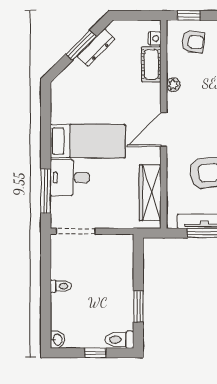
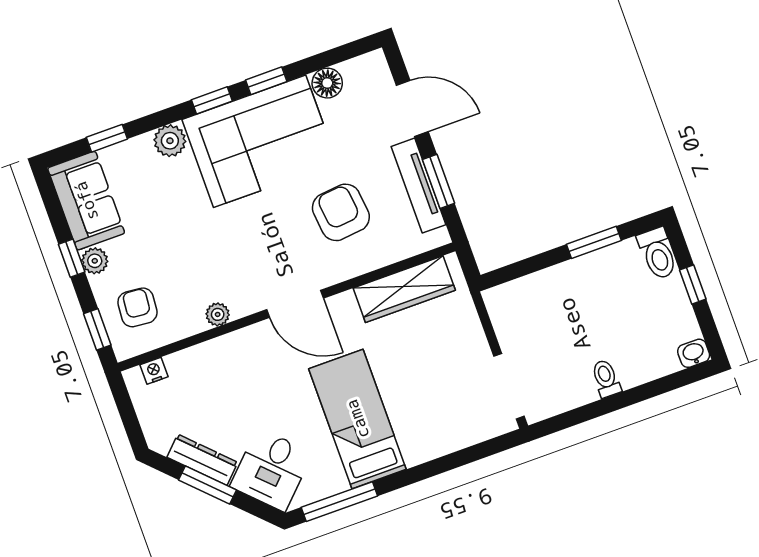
cot: (151, 64) -> (197, 362), removed
desk: (70, 178) -> (271, 470), moved, turned 45
window: (46, 191) -> (339, 502), moved

